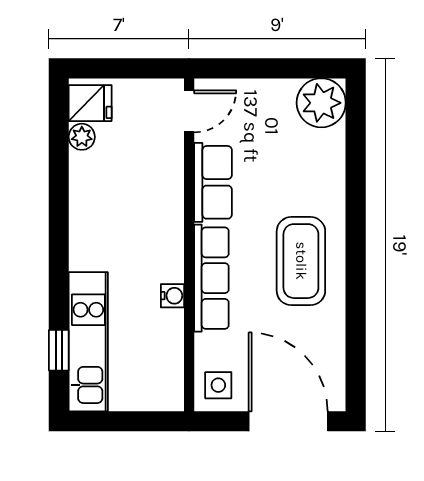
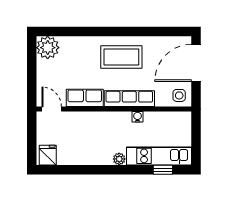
plant: (82, 137) -> (119, 159), moved

